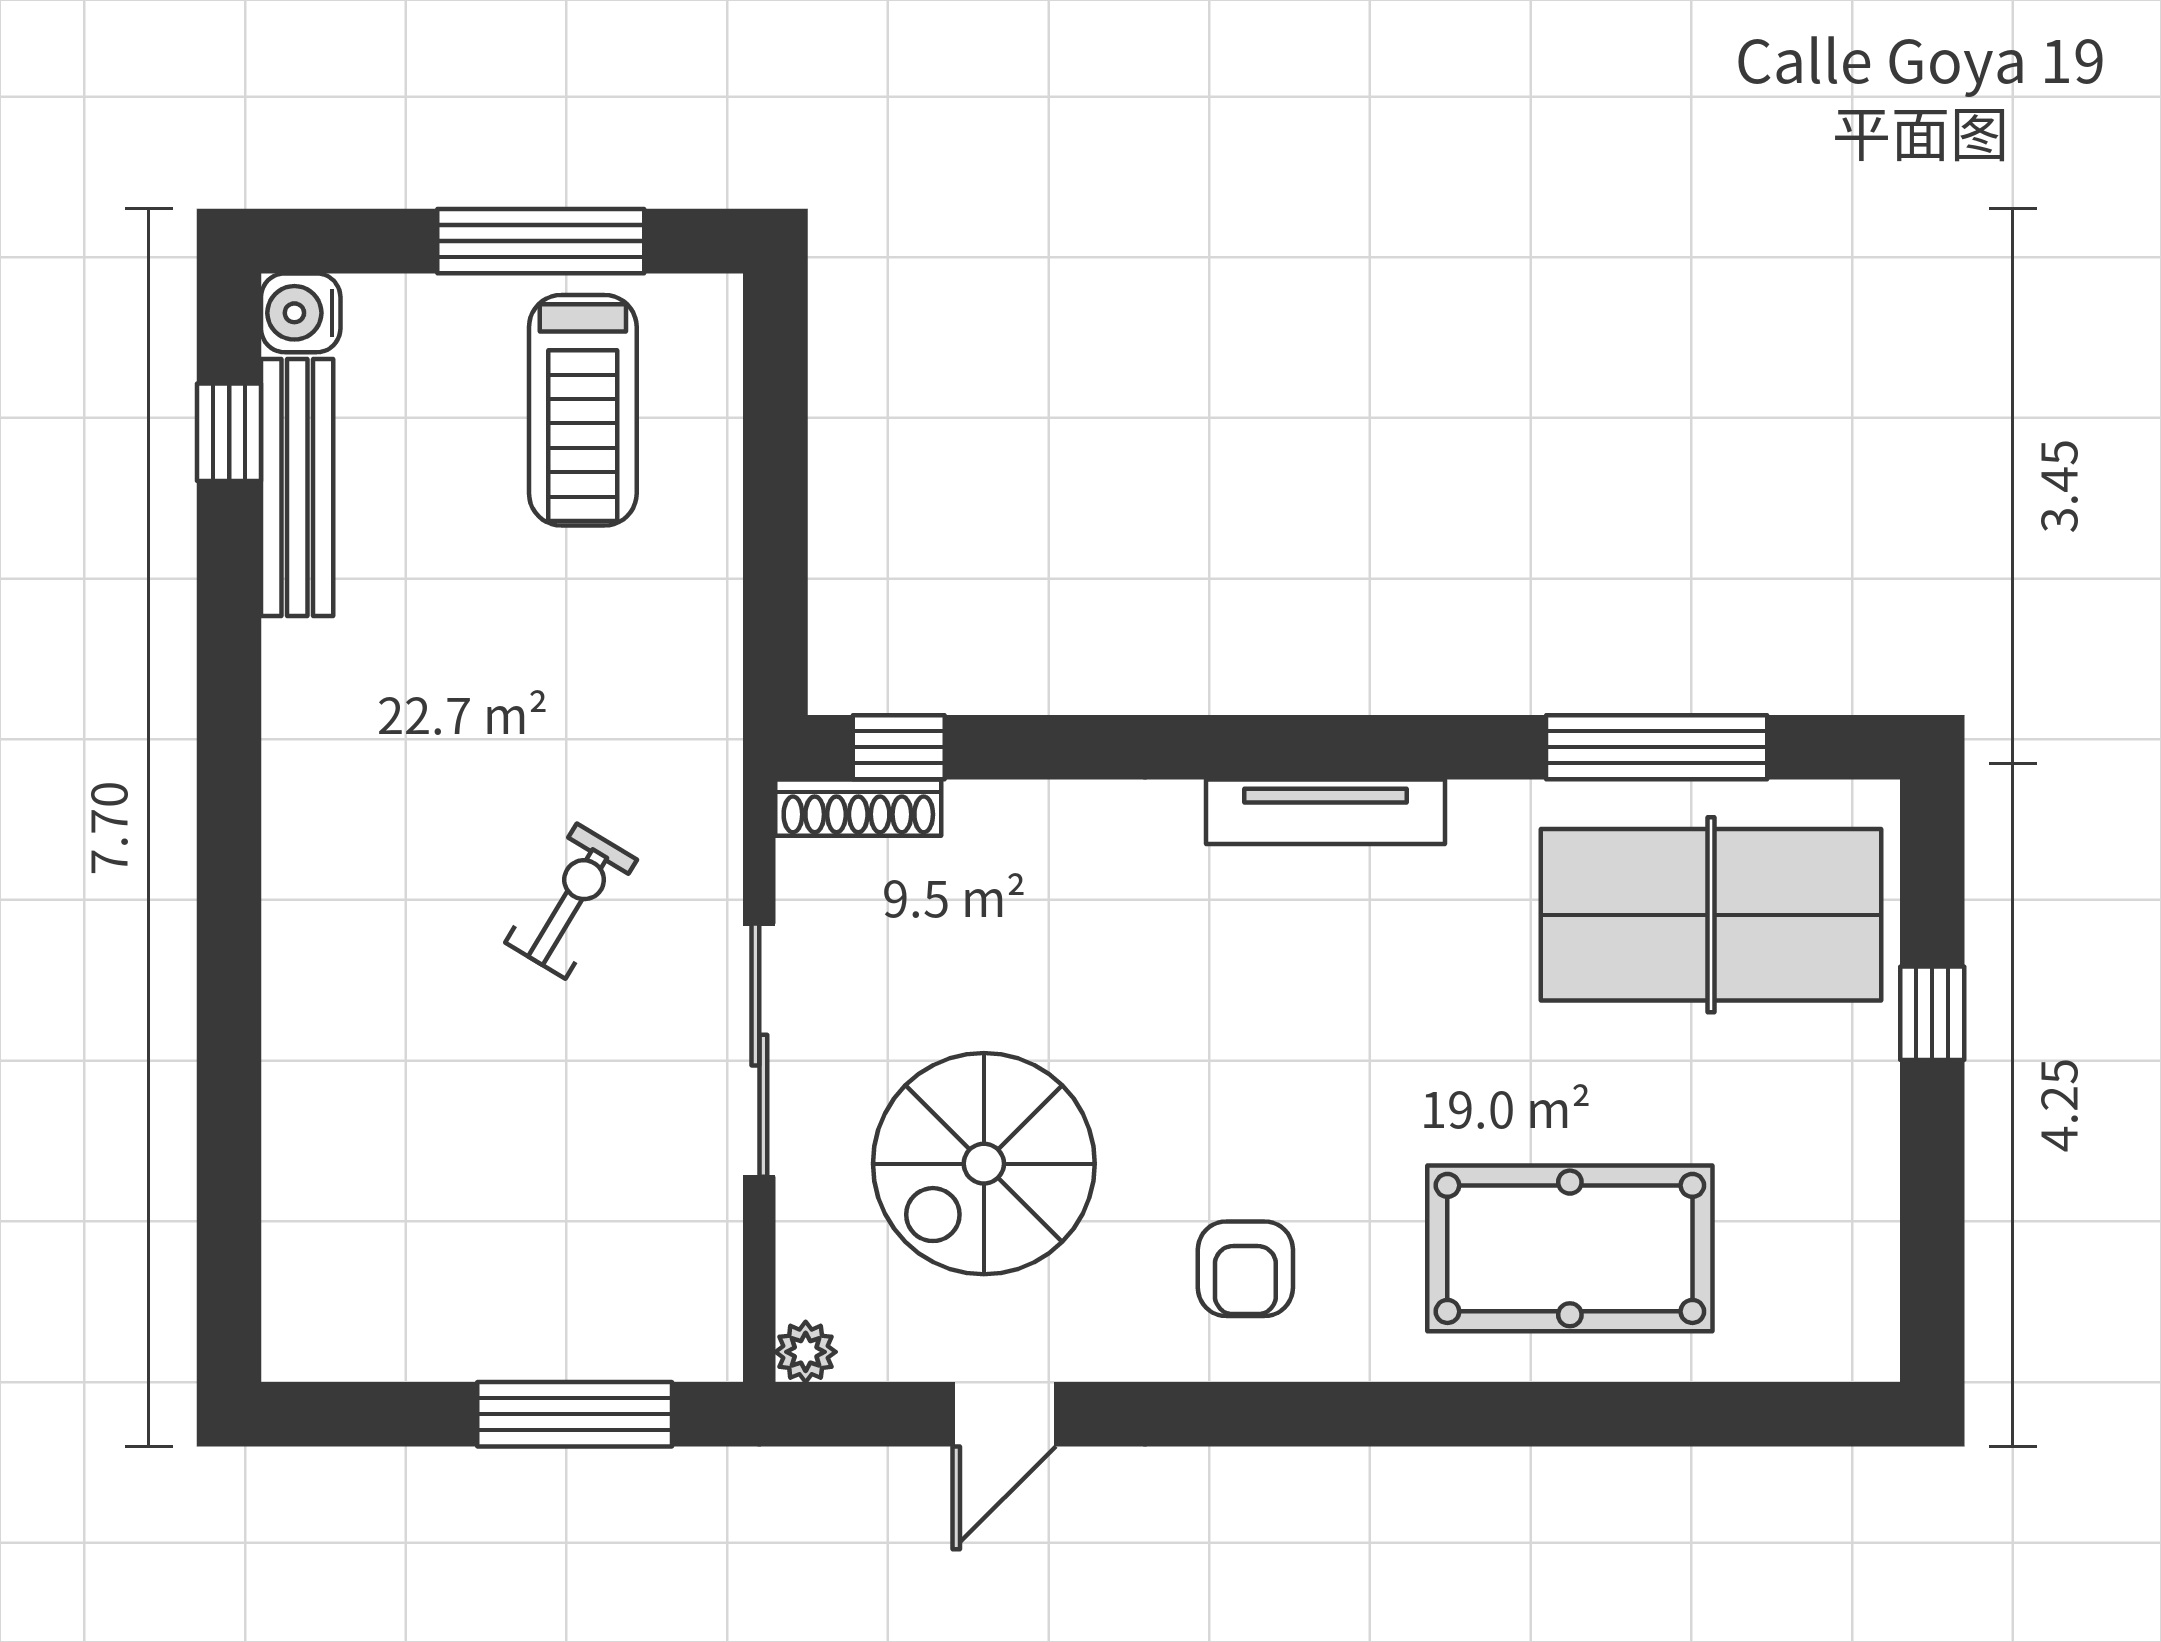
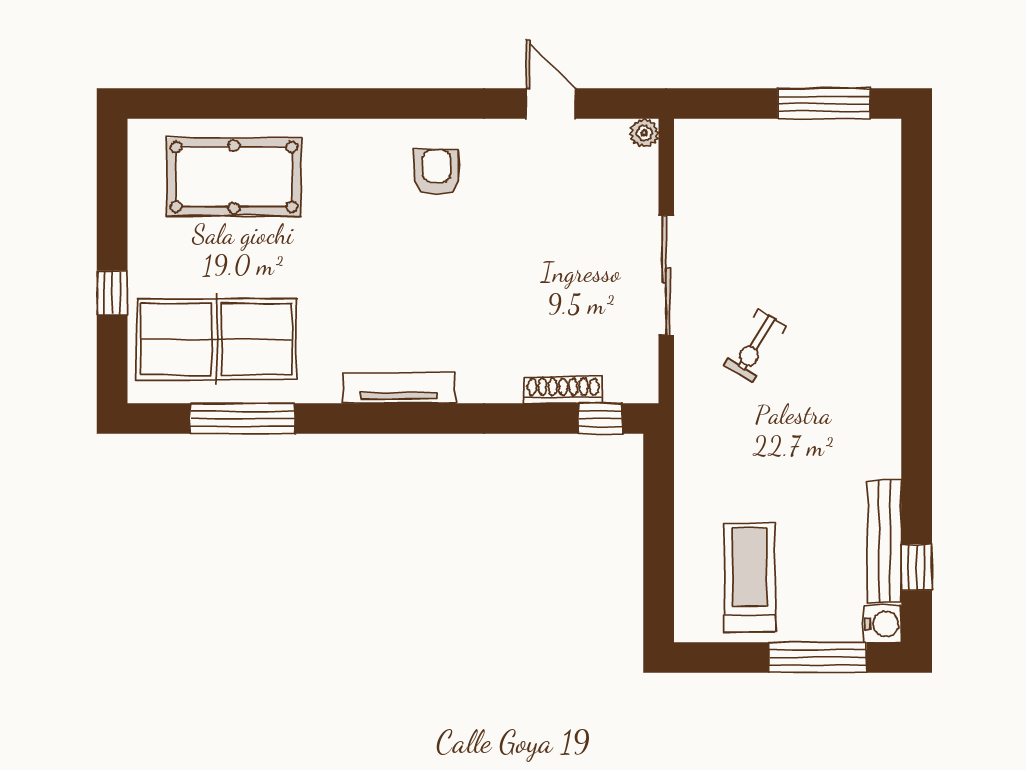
window: (541, 241) -> (818, 658), moved
shoe rack: (858, 808) -> (563, 390), moved
spiral stairs: (984, 1164) -> (560, 222), removed
pool table: (1570, 1248) -> (234, 177), moved
window: (575, 1414) -> (824, 103), moved
door: (1004, 1414) -> (550, 103), hinge flipped

